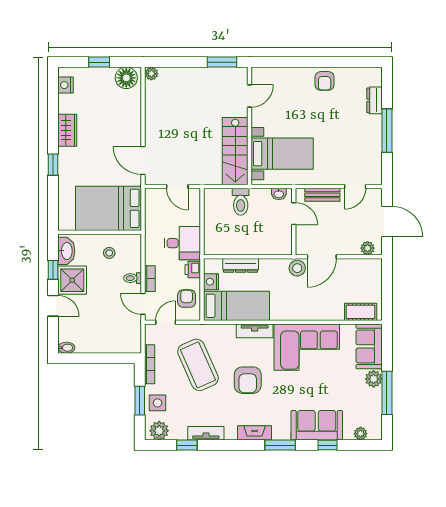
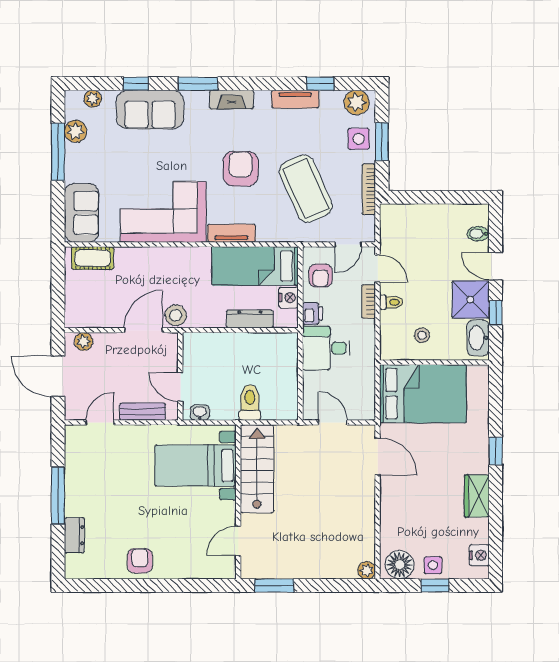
side table: (101, 77) -> (433, 565), added
bidet: (66, 348) -> (478, 234), moved
plant: (374, 379) -> (76, 131), moved

